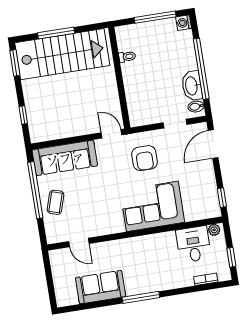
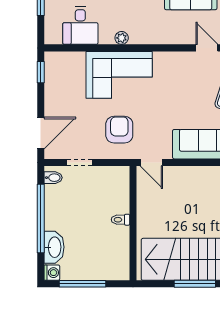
toilet: (127, 57) -> (120, 220), moved
washbasin: (192, 86) -> (54, 247), moved
plant: (214, 230) -> (122, 38), moved

